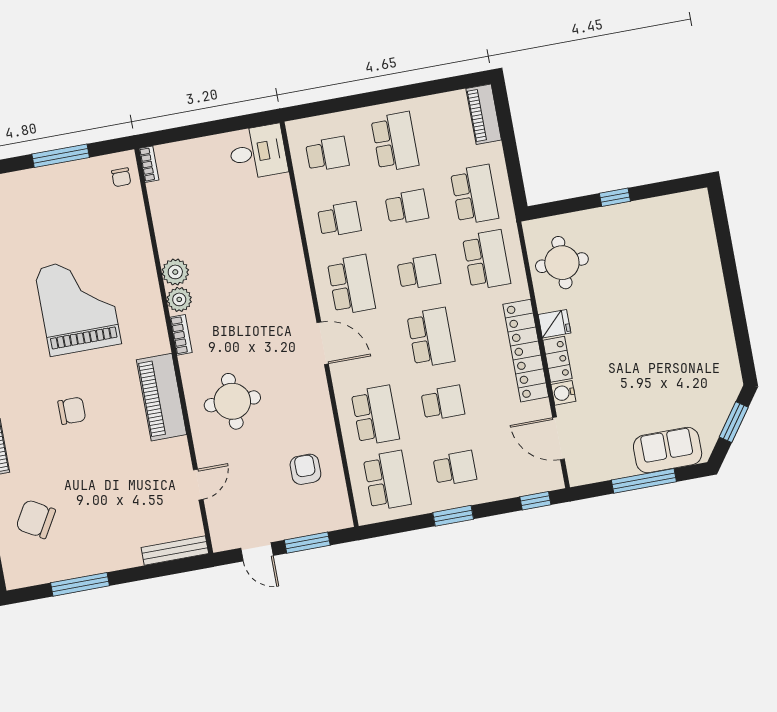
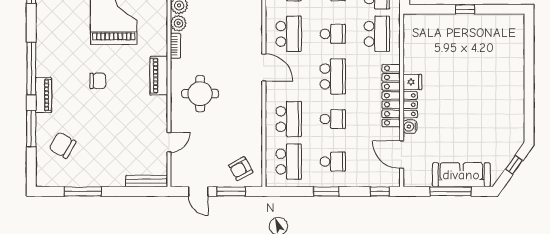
round table: (562, 263) -> (424, 44), removed
piano: (162, 397) -> (159, 76), width x0.73, depth x0.75
window: (734, 422) -> (514, 165), width x0.67
sofa: (668, 450) -> (461, 175), width x1.36
armchair: (305, 469) -> (241, 169), moved, turned -119

